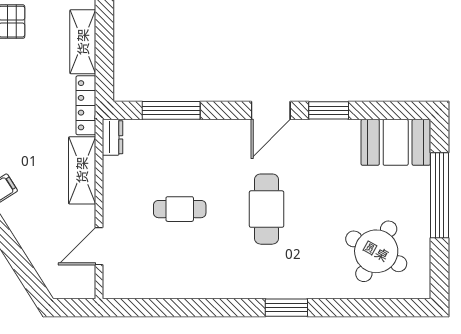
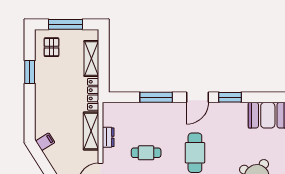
window: (171, 110) -> (156, 97), moved
dresser: (112, 137) -> (108, 137), moved

